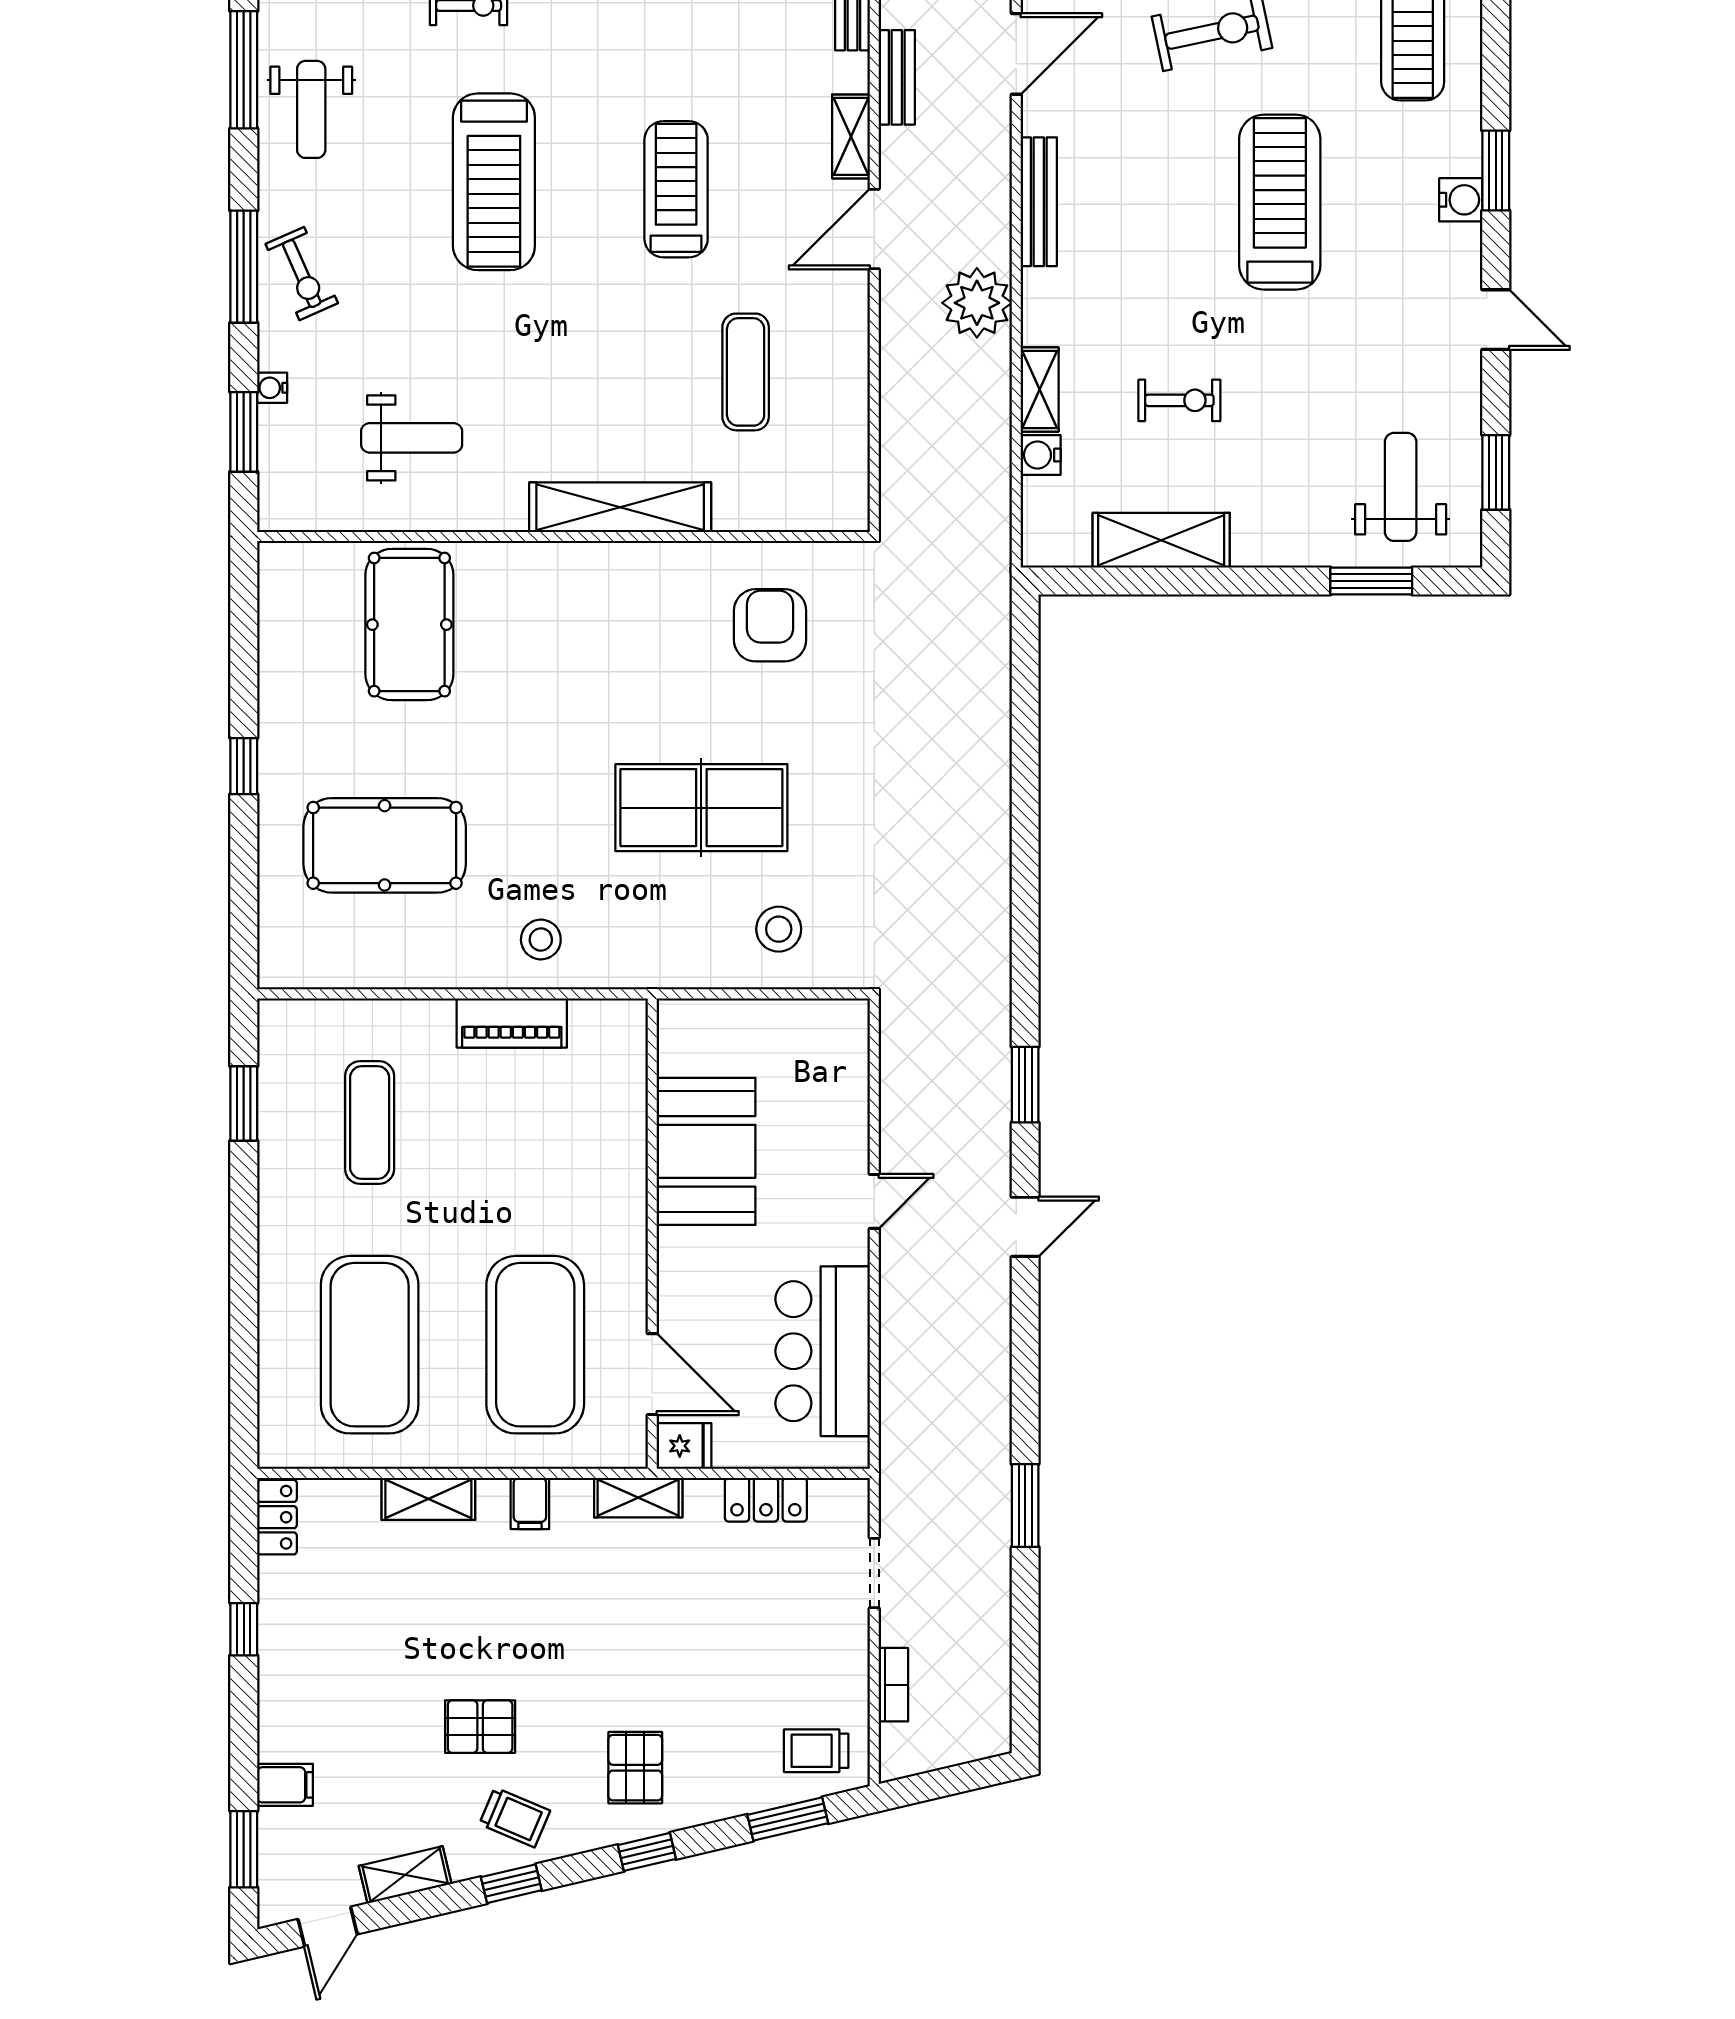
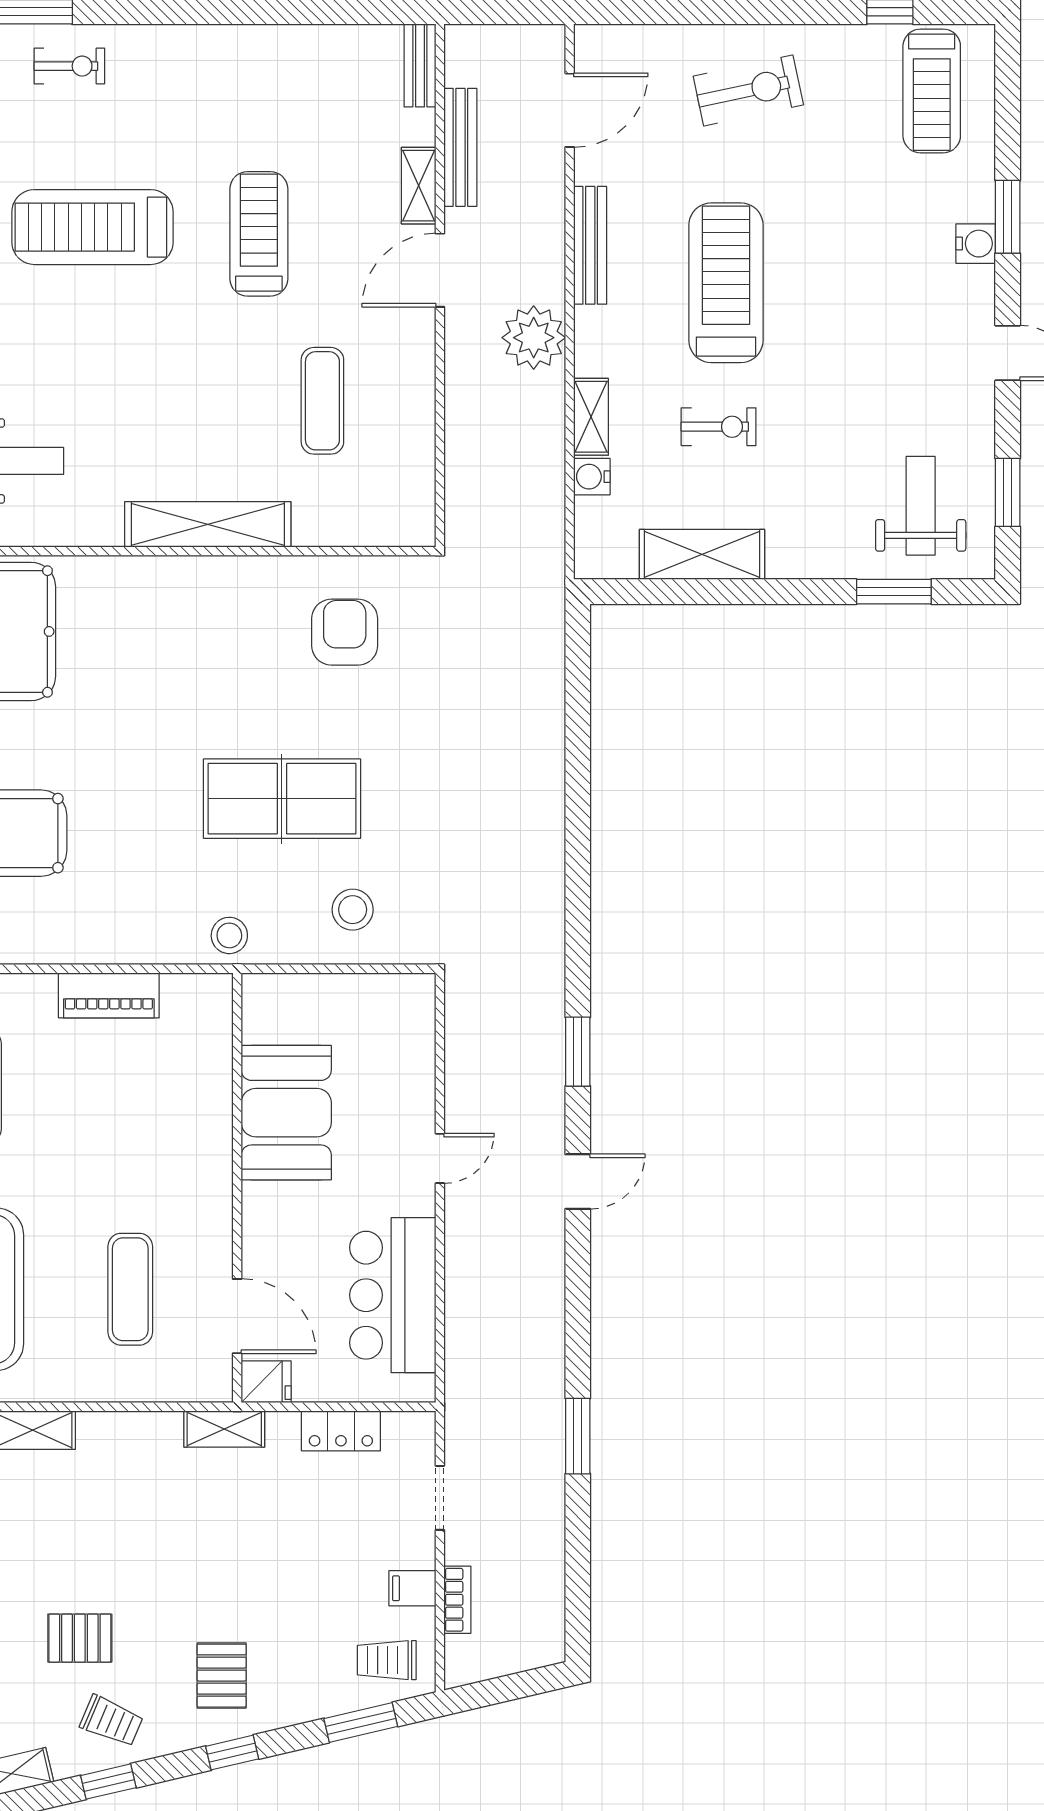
bench: (897, 77) -> (460, 147), width x1.36
treadmill: (494, 182) -> (93, 227), turned 90
treadmill: (1280, 202) -> (726, 283), moved
stool: (541, 940) -> (229, 935), moved
exercise mat: (535, 1345) -> (130, 1289), width x0.50, depth x0.69
filing cabinet: (530, 1503) -> (412, 1588), moved, turned 90

